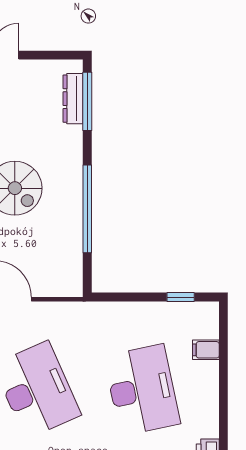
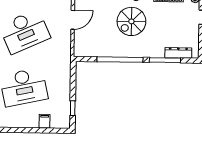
window: (87, 101) -> (165, 60), moved

